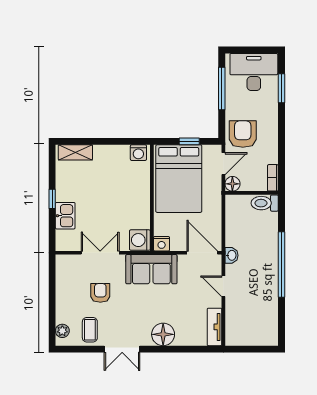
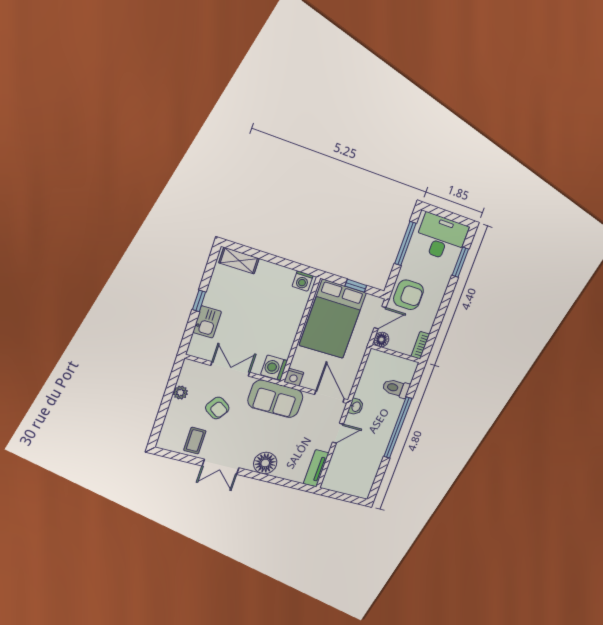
armchair: (243, 134) -> (408, 295), turned 90
toilet: (265, 203) -> (396, 388), moved
door: (223, 286) -> (338, 433), swing flipped
armchair: (100, 293) -> (217, 408), turned 124
plant: (62, 331) -> (180, 393), moved

